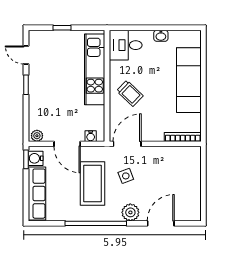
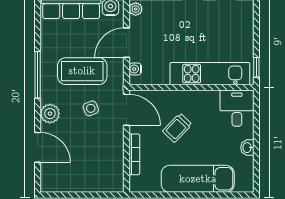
window: (62, 28) -> (256, 67), moved
trolley: (130, 93) -> (177, 128), moved
bookcase: (183, 137) -> (134, 154), moved
window: (96, 223) -> (38, 75), width x0.68

